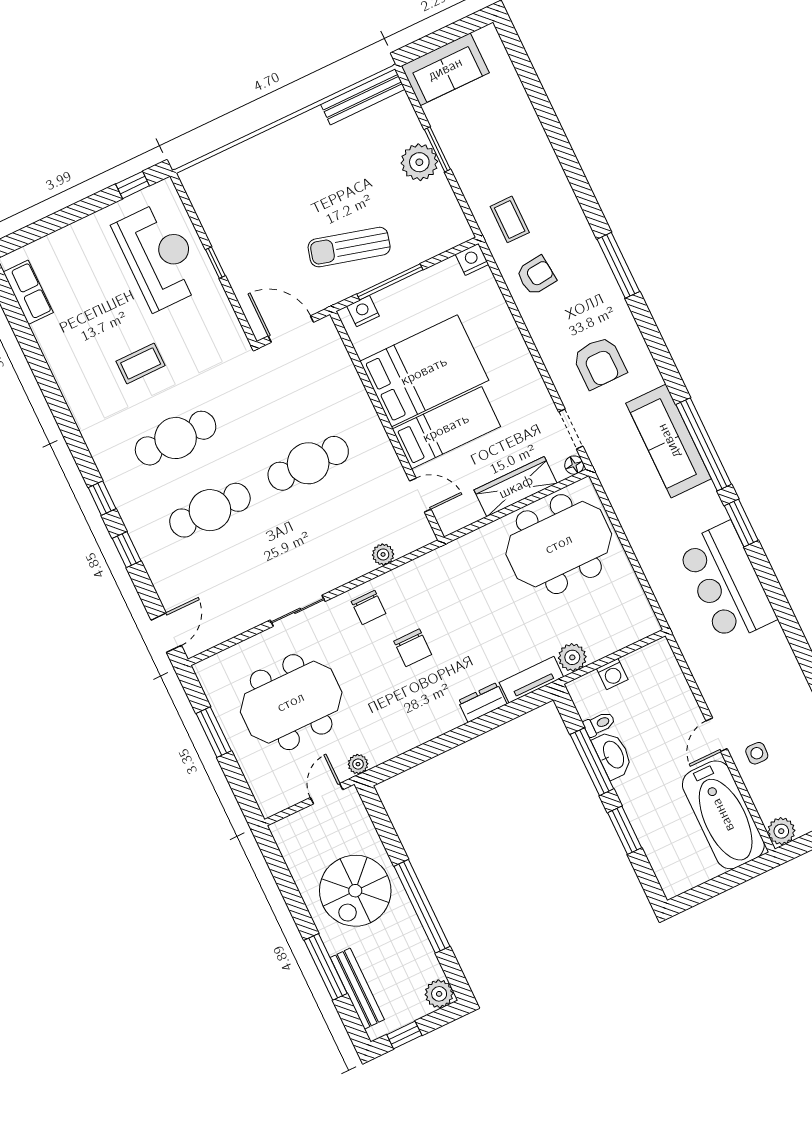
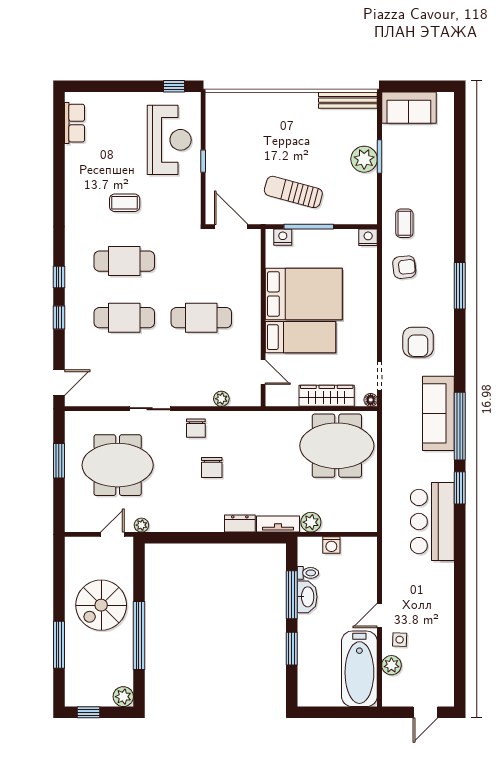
plant: (781, 831) -> (391, 665), moved
bench: (357, 989) -> (73, 668), removed

